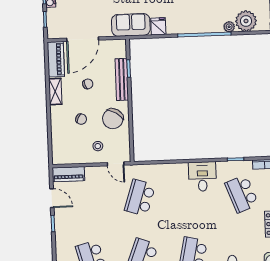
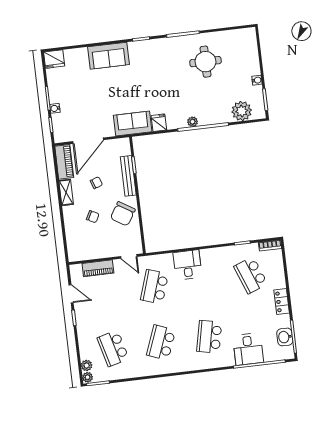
plant: (229, 27) -> (193, 122), moved
stool: (98, 146) -> (111, 241), removed
piano: (68, 174) -> (98, 268), moved
desk: (202, 177) -> (187, 265), moved

